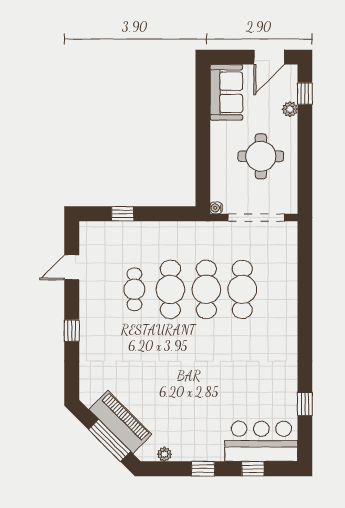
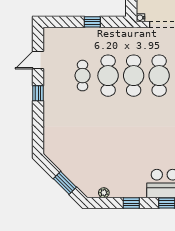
window: (123, 214) -> (92, 22), moved
window: (72, 331) -> (38, 93), moved
piano: (120, 422) -> (73, 170), removed
window: (109, 440) -> (65, 183), width x0.69

